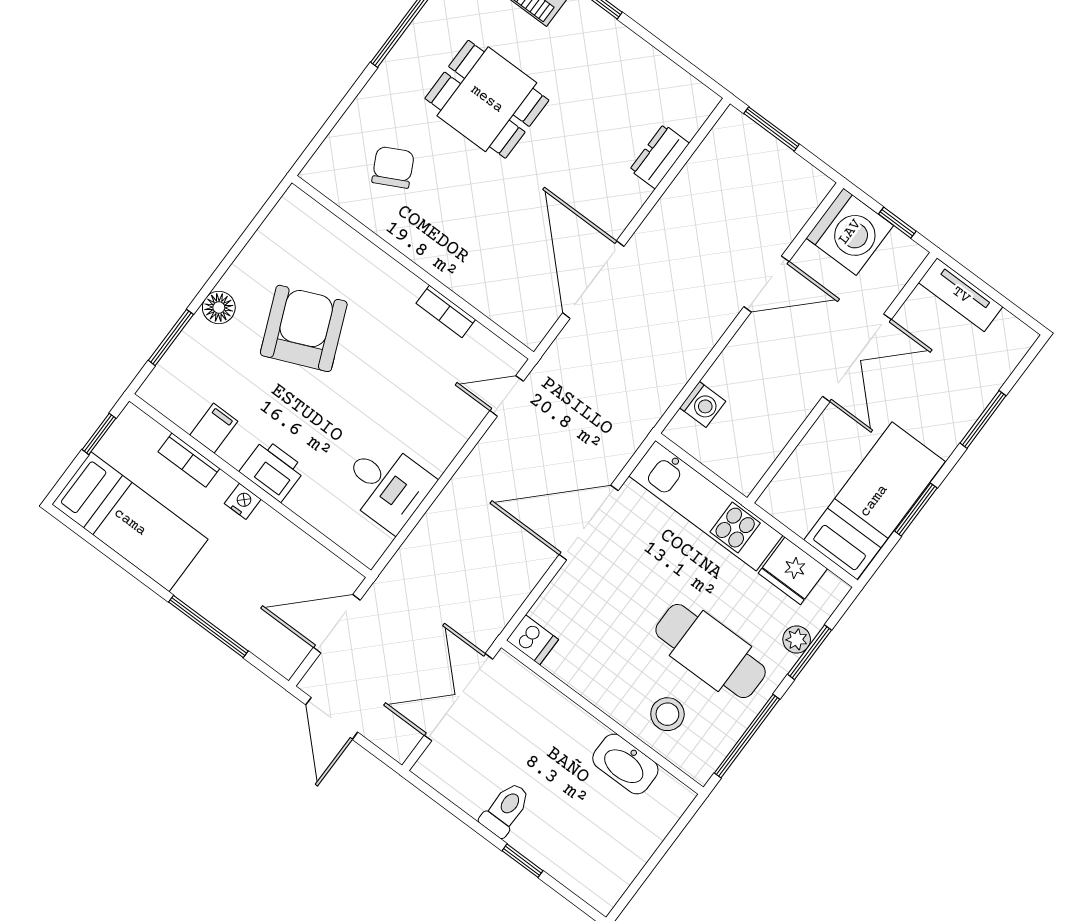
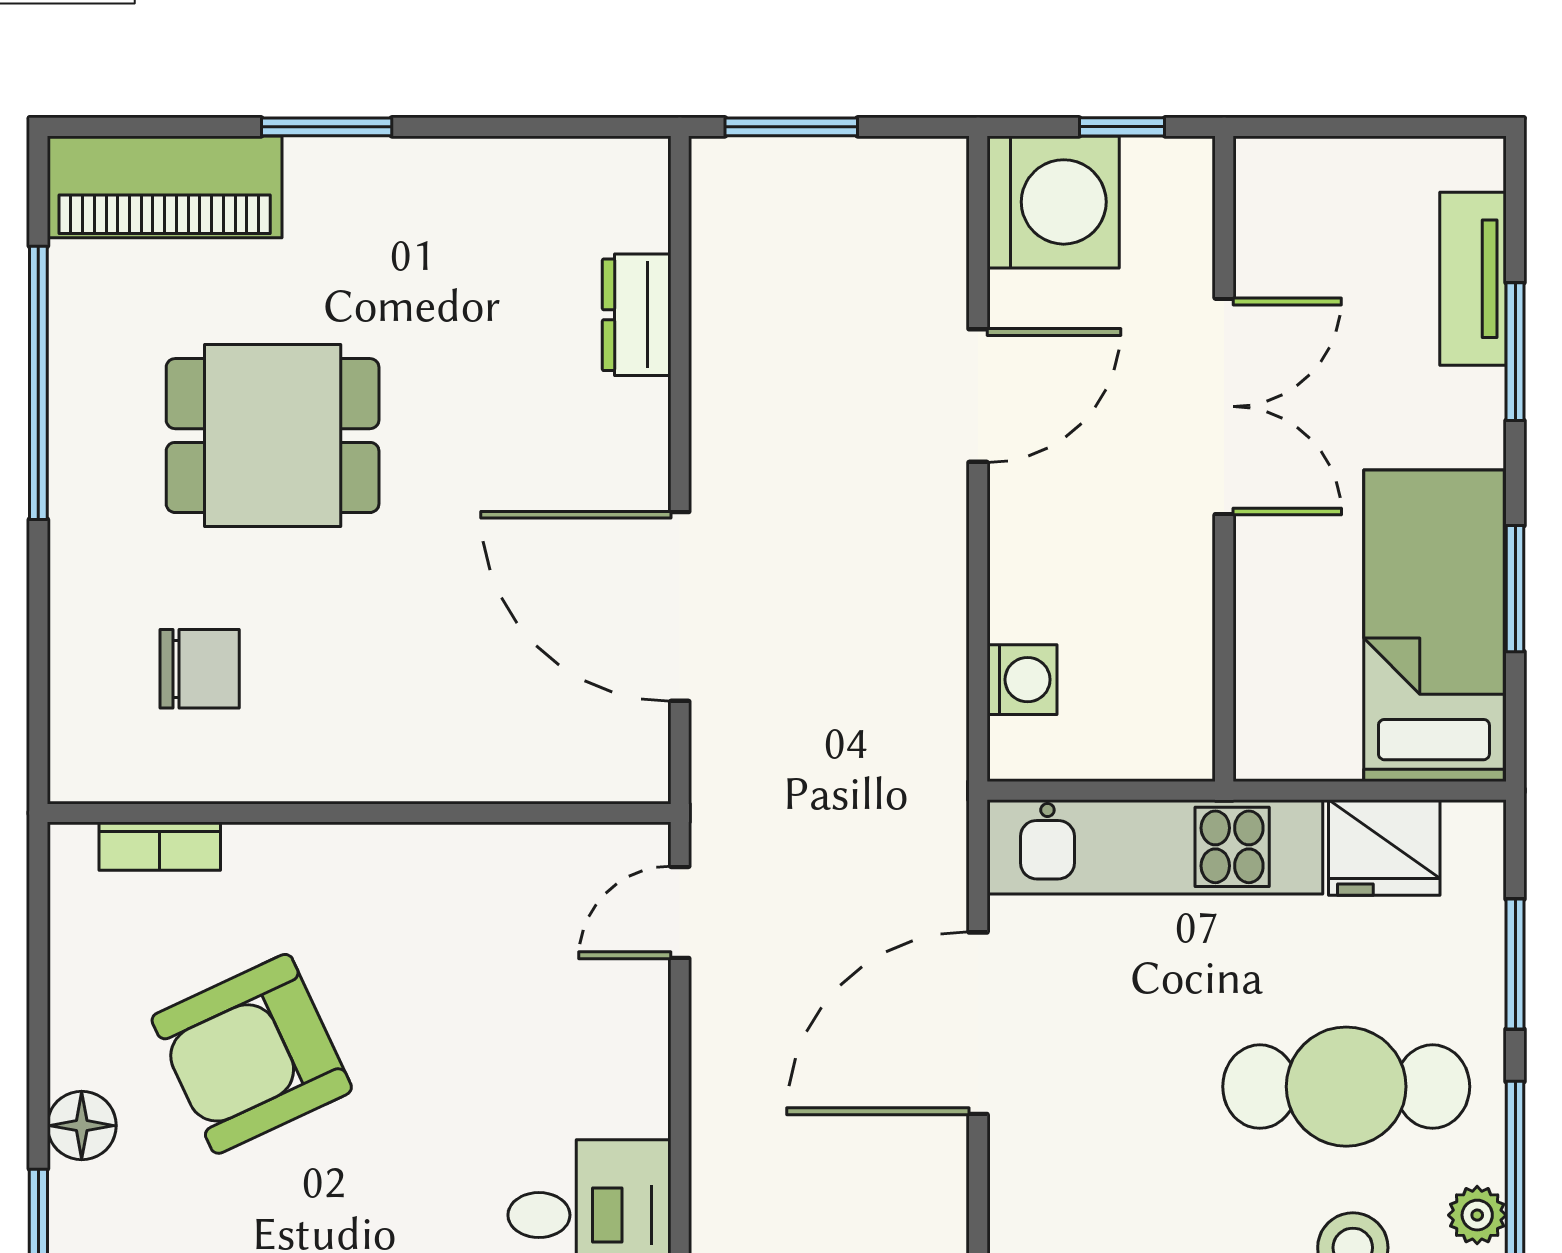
chair: (393, 167) -> (200, 669), turned 117
tv unit: (961, 295) -> (1473, 279), moved, turned 90
bookcase: (446, 311) -> (160, 846), moved
armchair: (304, 328) -> (252, 1054), turned -92
plant: (797, 639) -> (1477, 1215), moved

